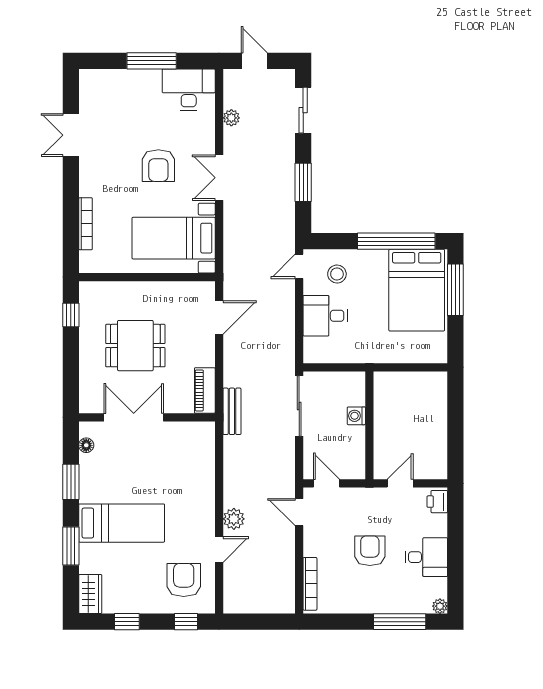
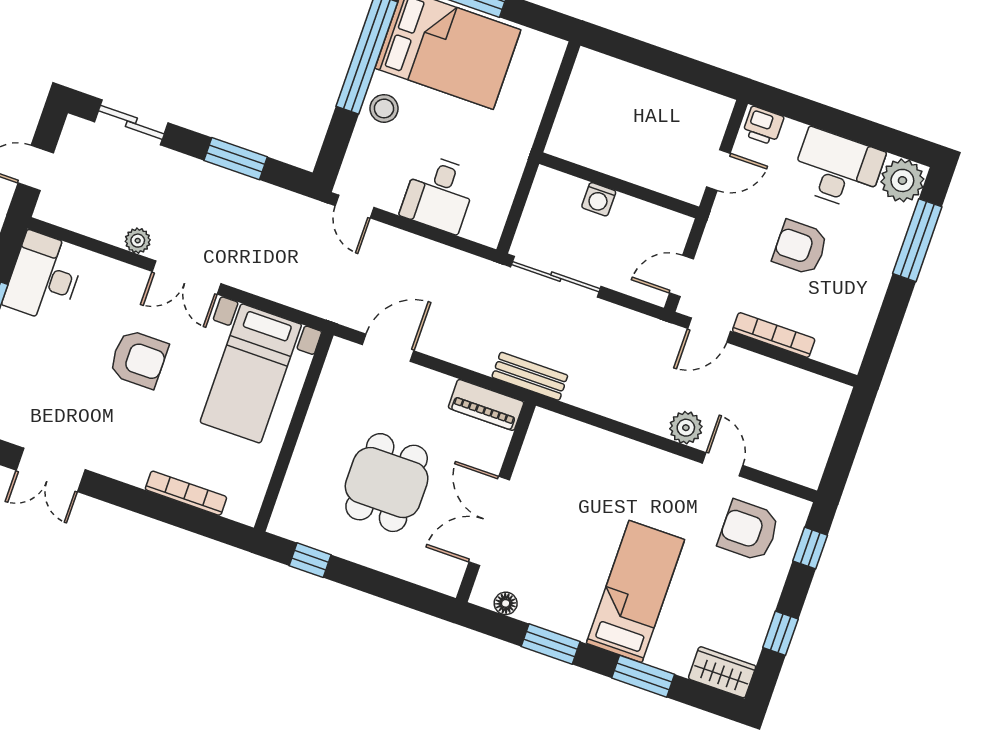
plant: (231, 118) -> (138, 241), moved
stool: (337, 274) -> (384, 108), moved
door: (219, 318) -> (388, 348), hinge flipped
door: (400, 483) -> (718, 170), swing flipped
desk: (426, 557) -> (838, 169), width x1.37
bookcase: (310, 584) -> (774, 335), moved
plant: (440, 606) -> (902, 180), width x1.88, depth x1.88

